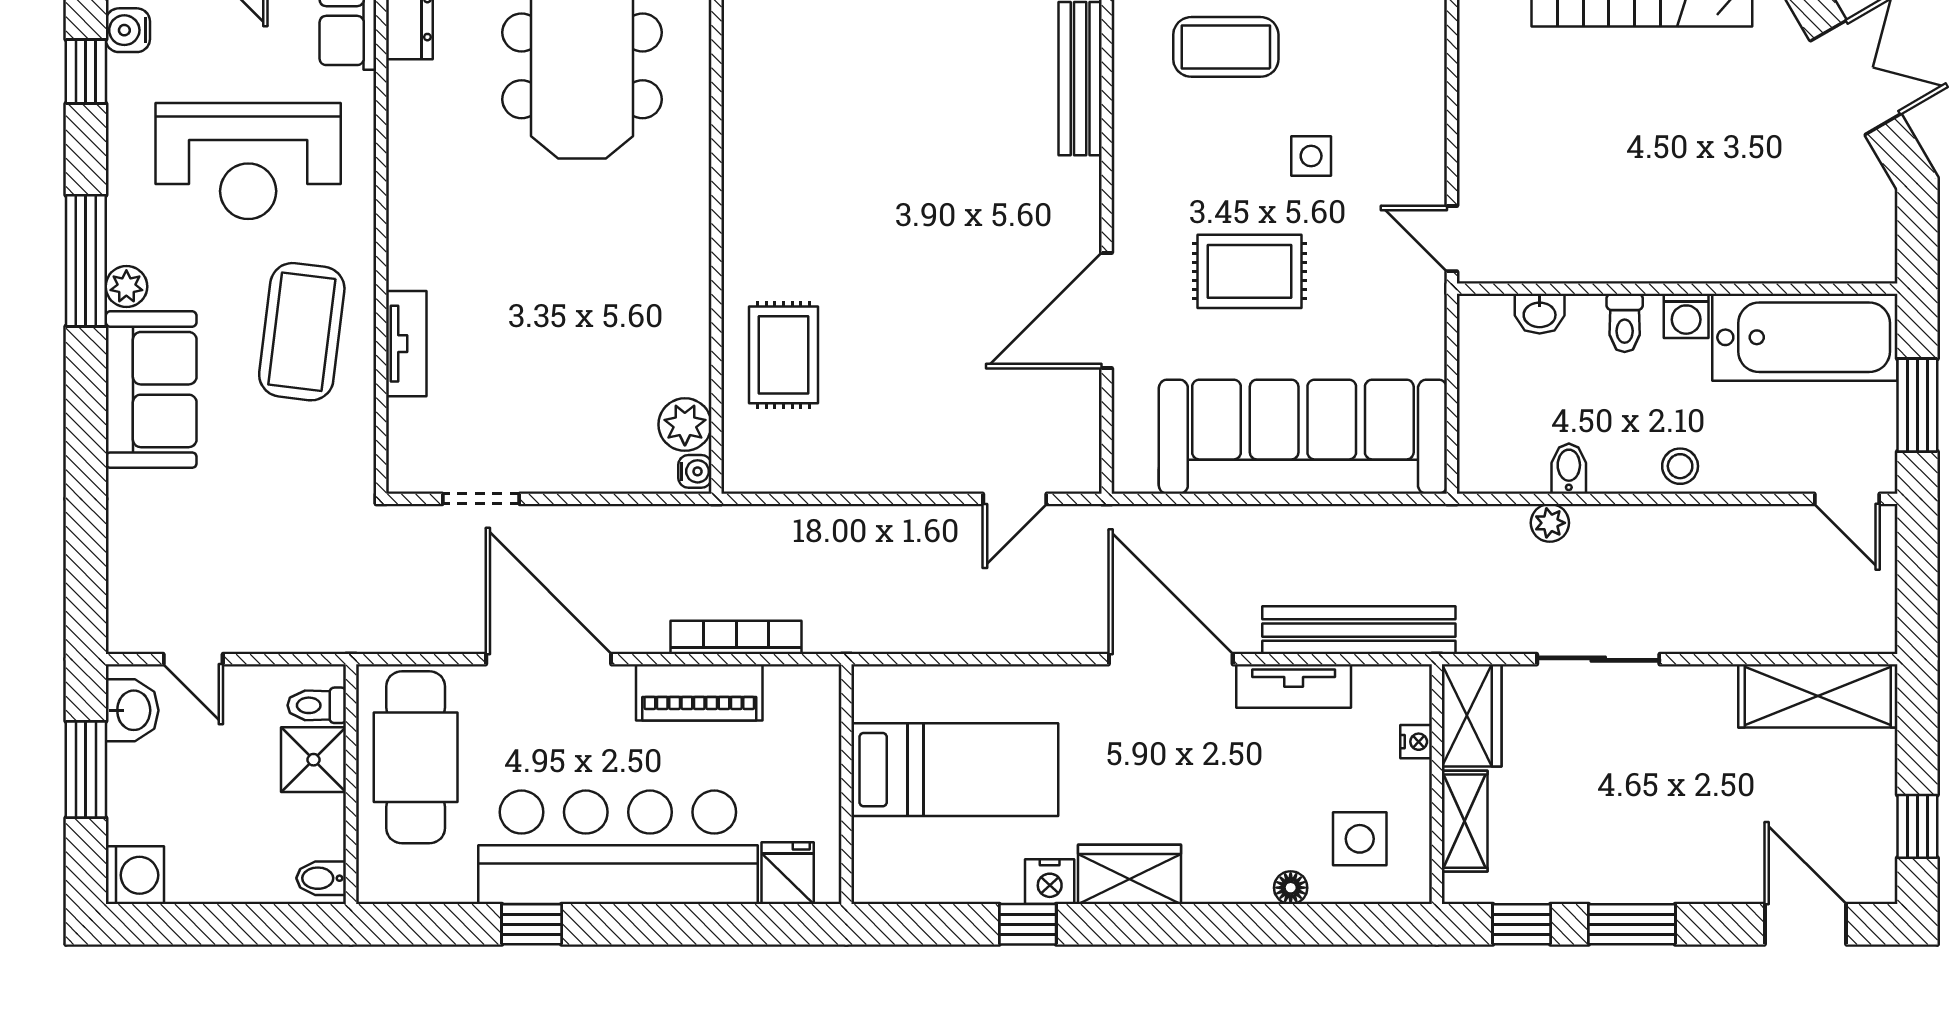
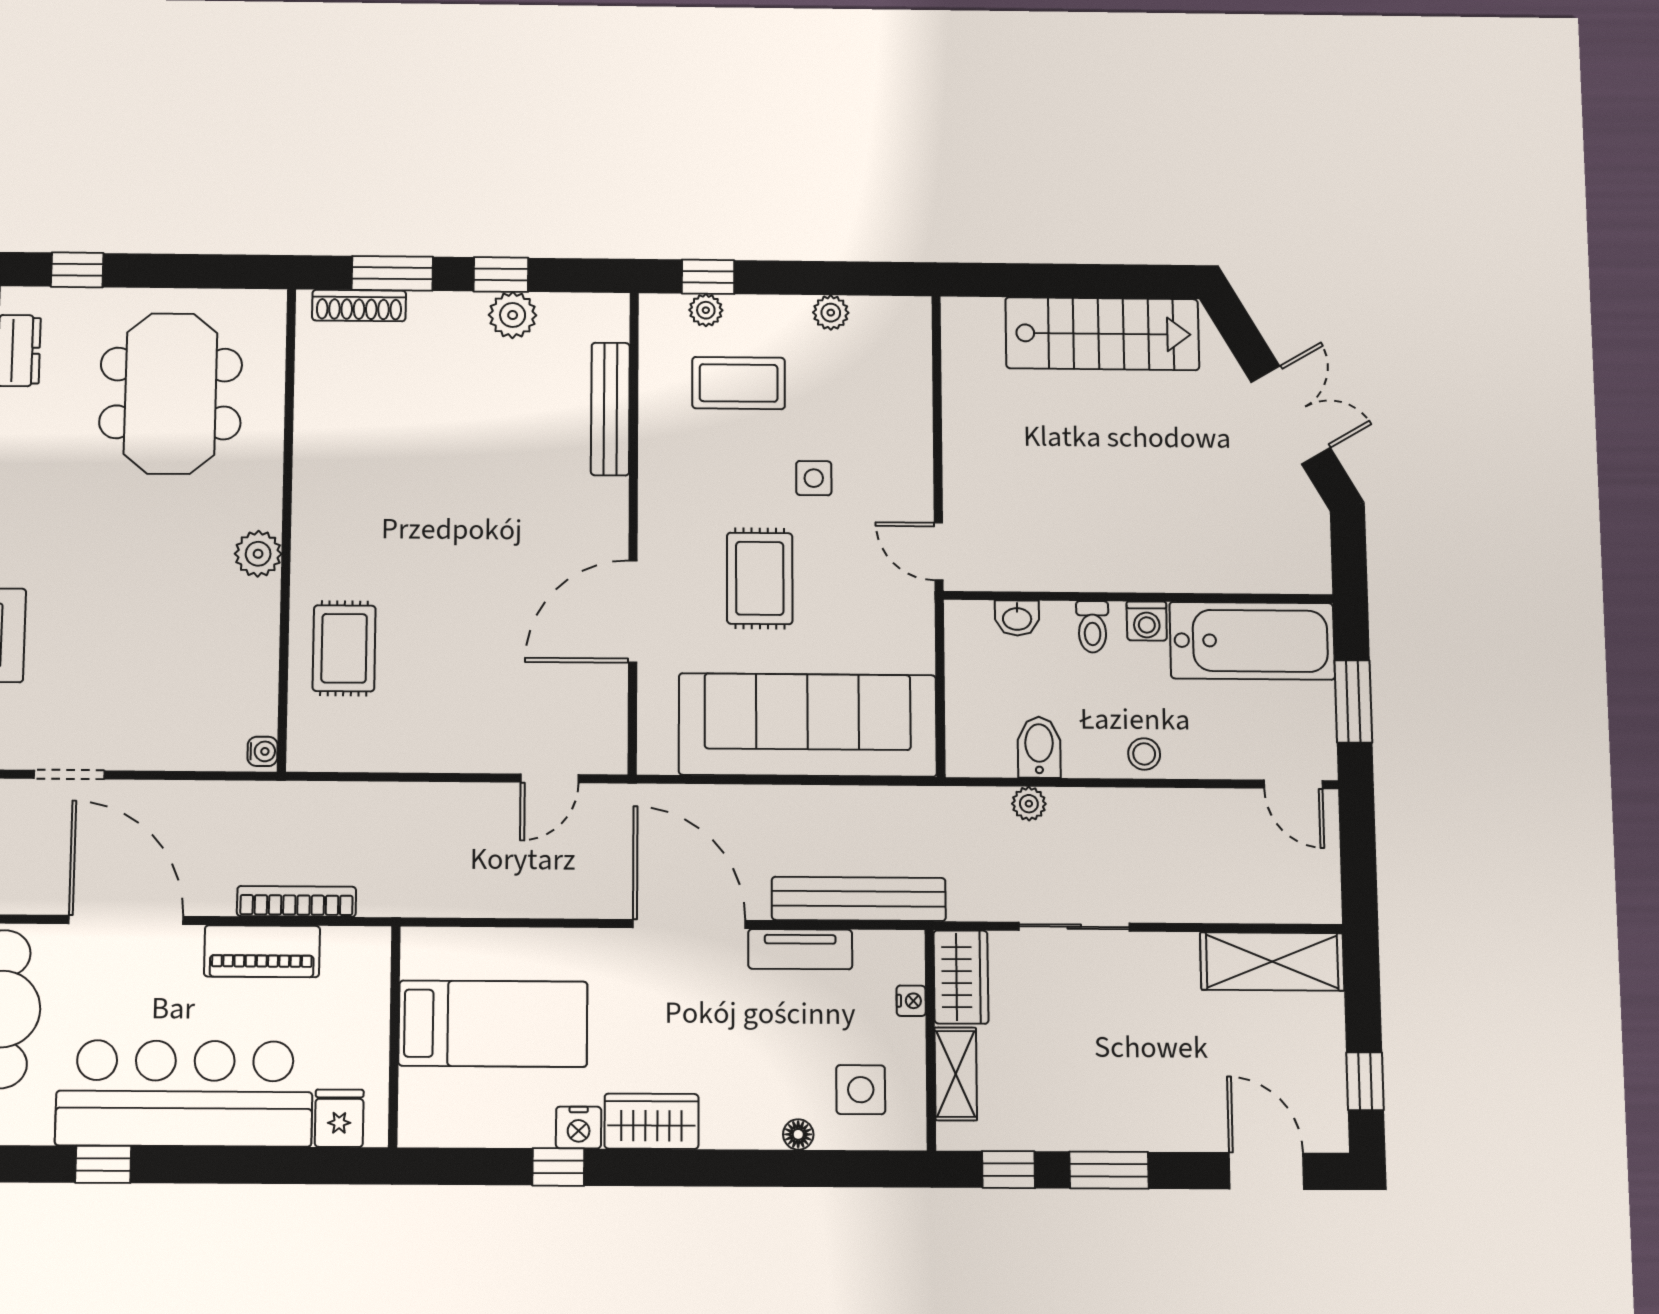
rug: (1250, 271) -> (760, 578), turned 90
plant: (685, 425) -> (258, 554), moved
bidet: (1569, 469) -> (1039, 747), width x1.38, depth x1.36

